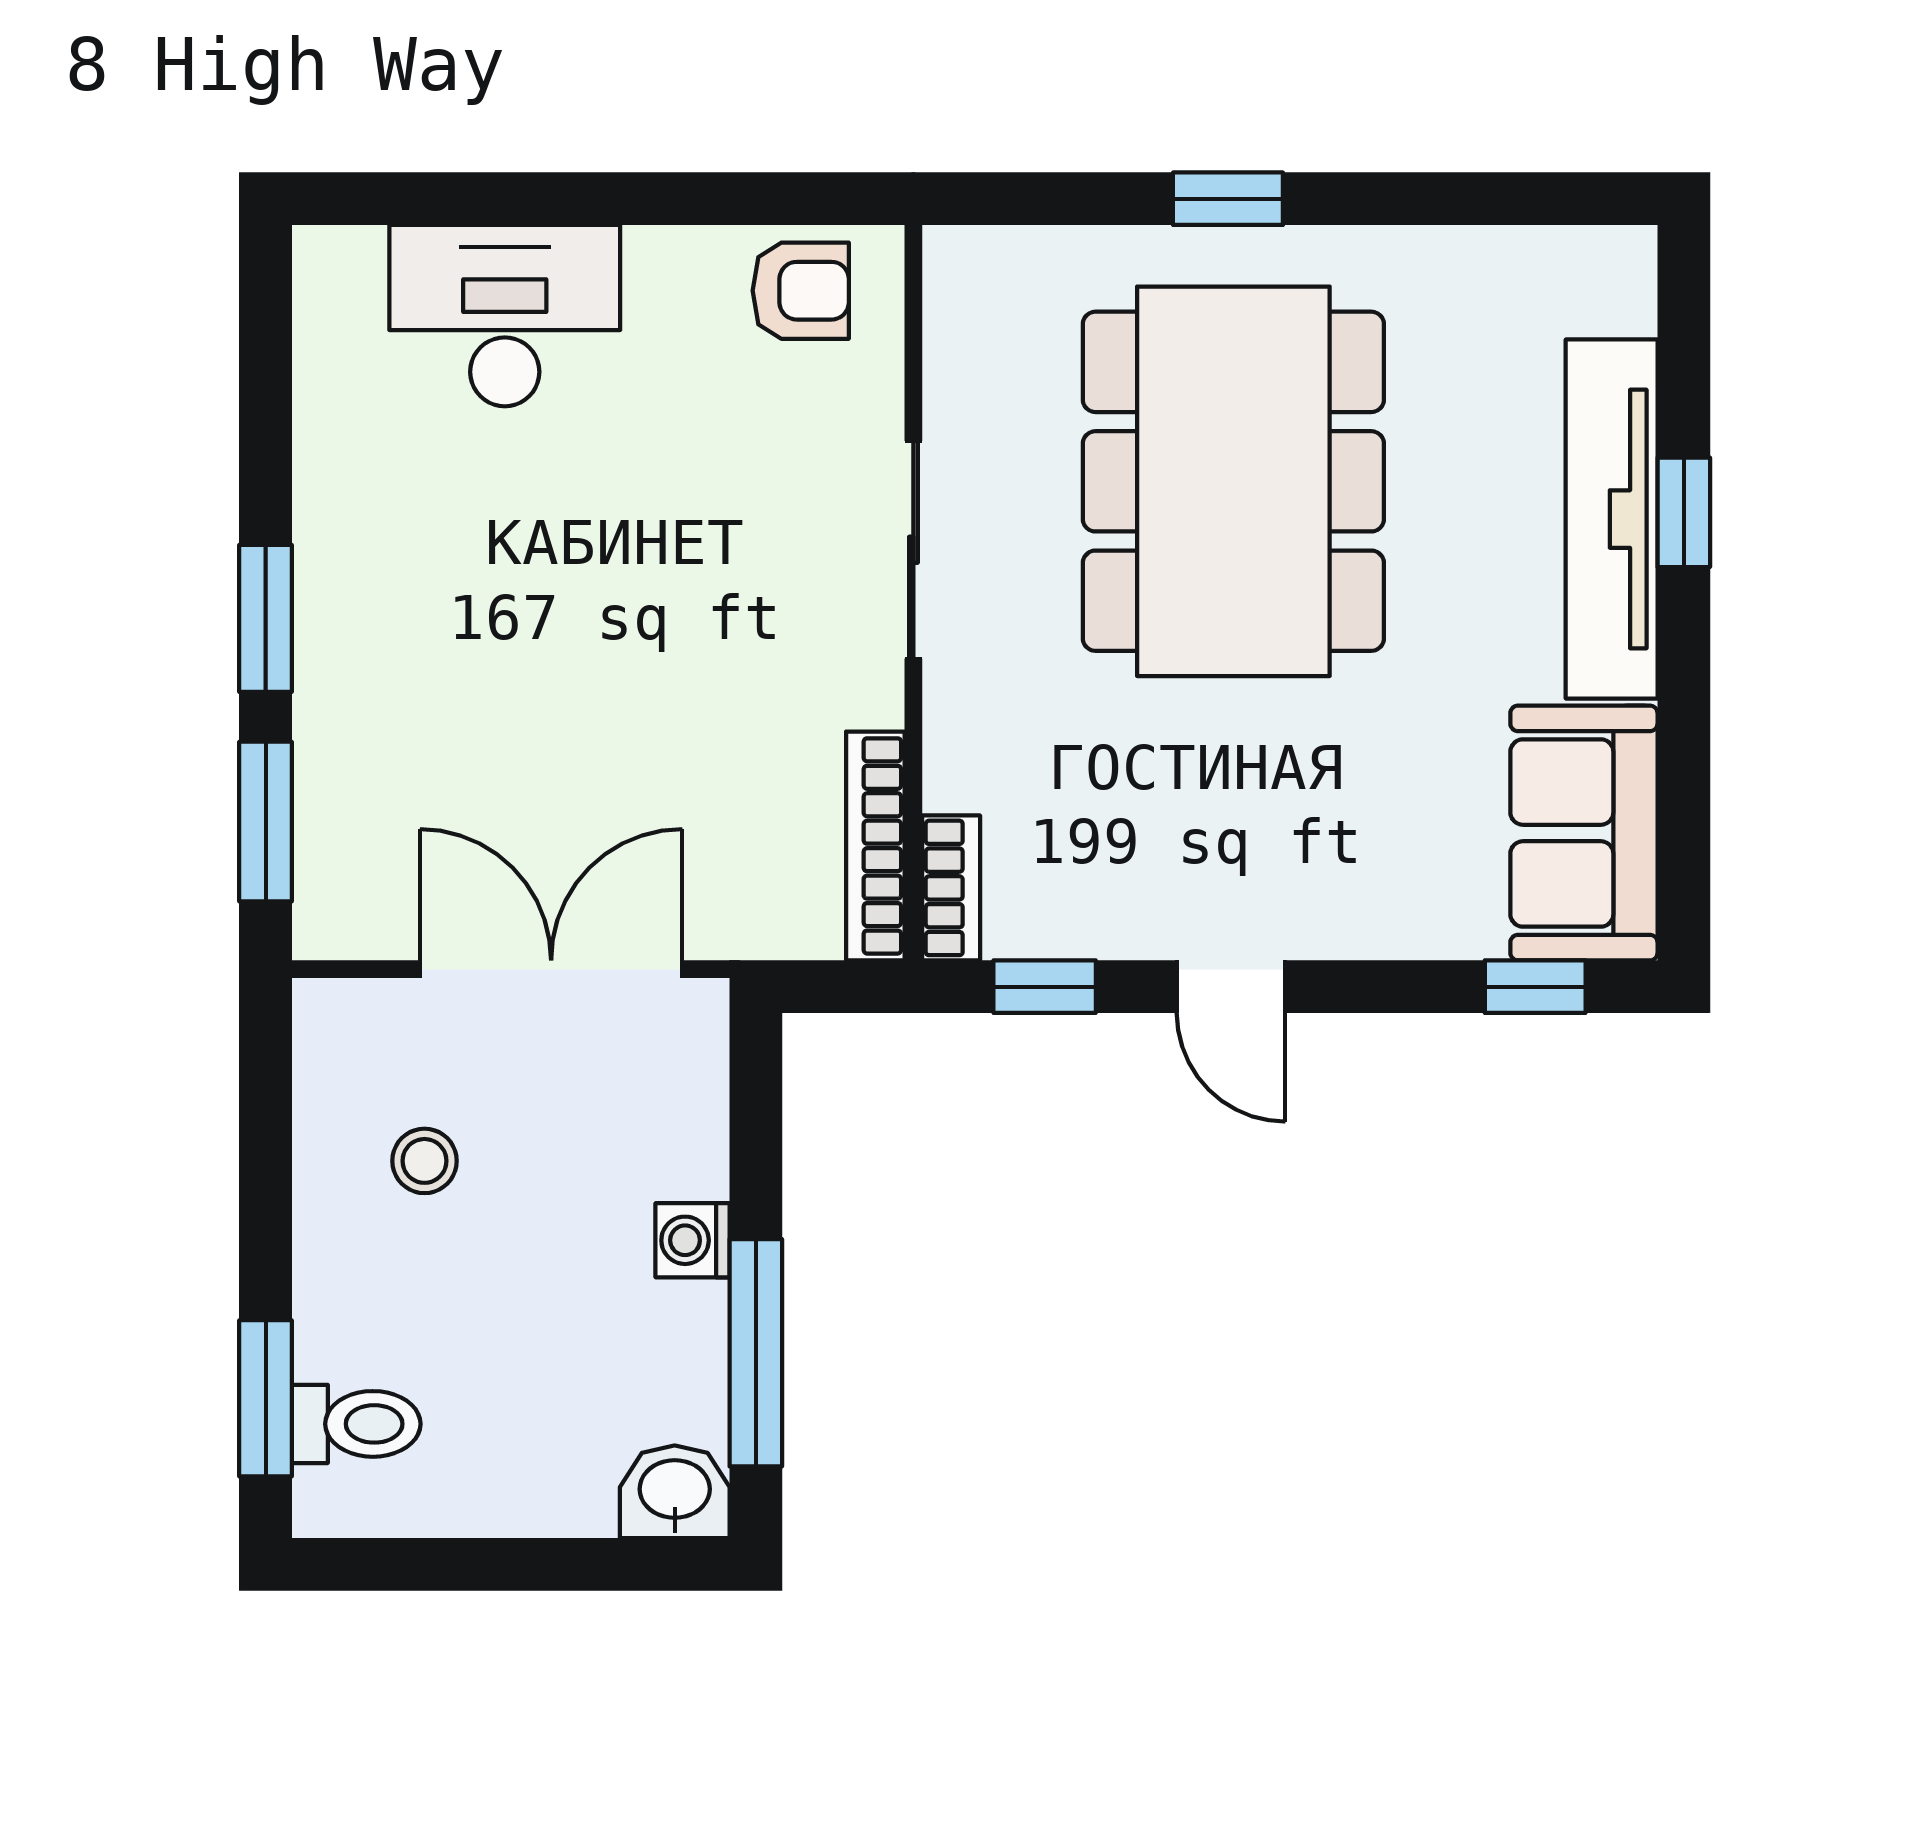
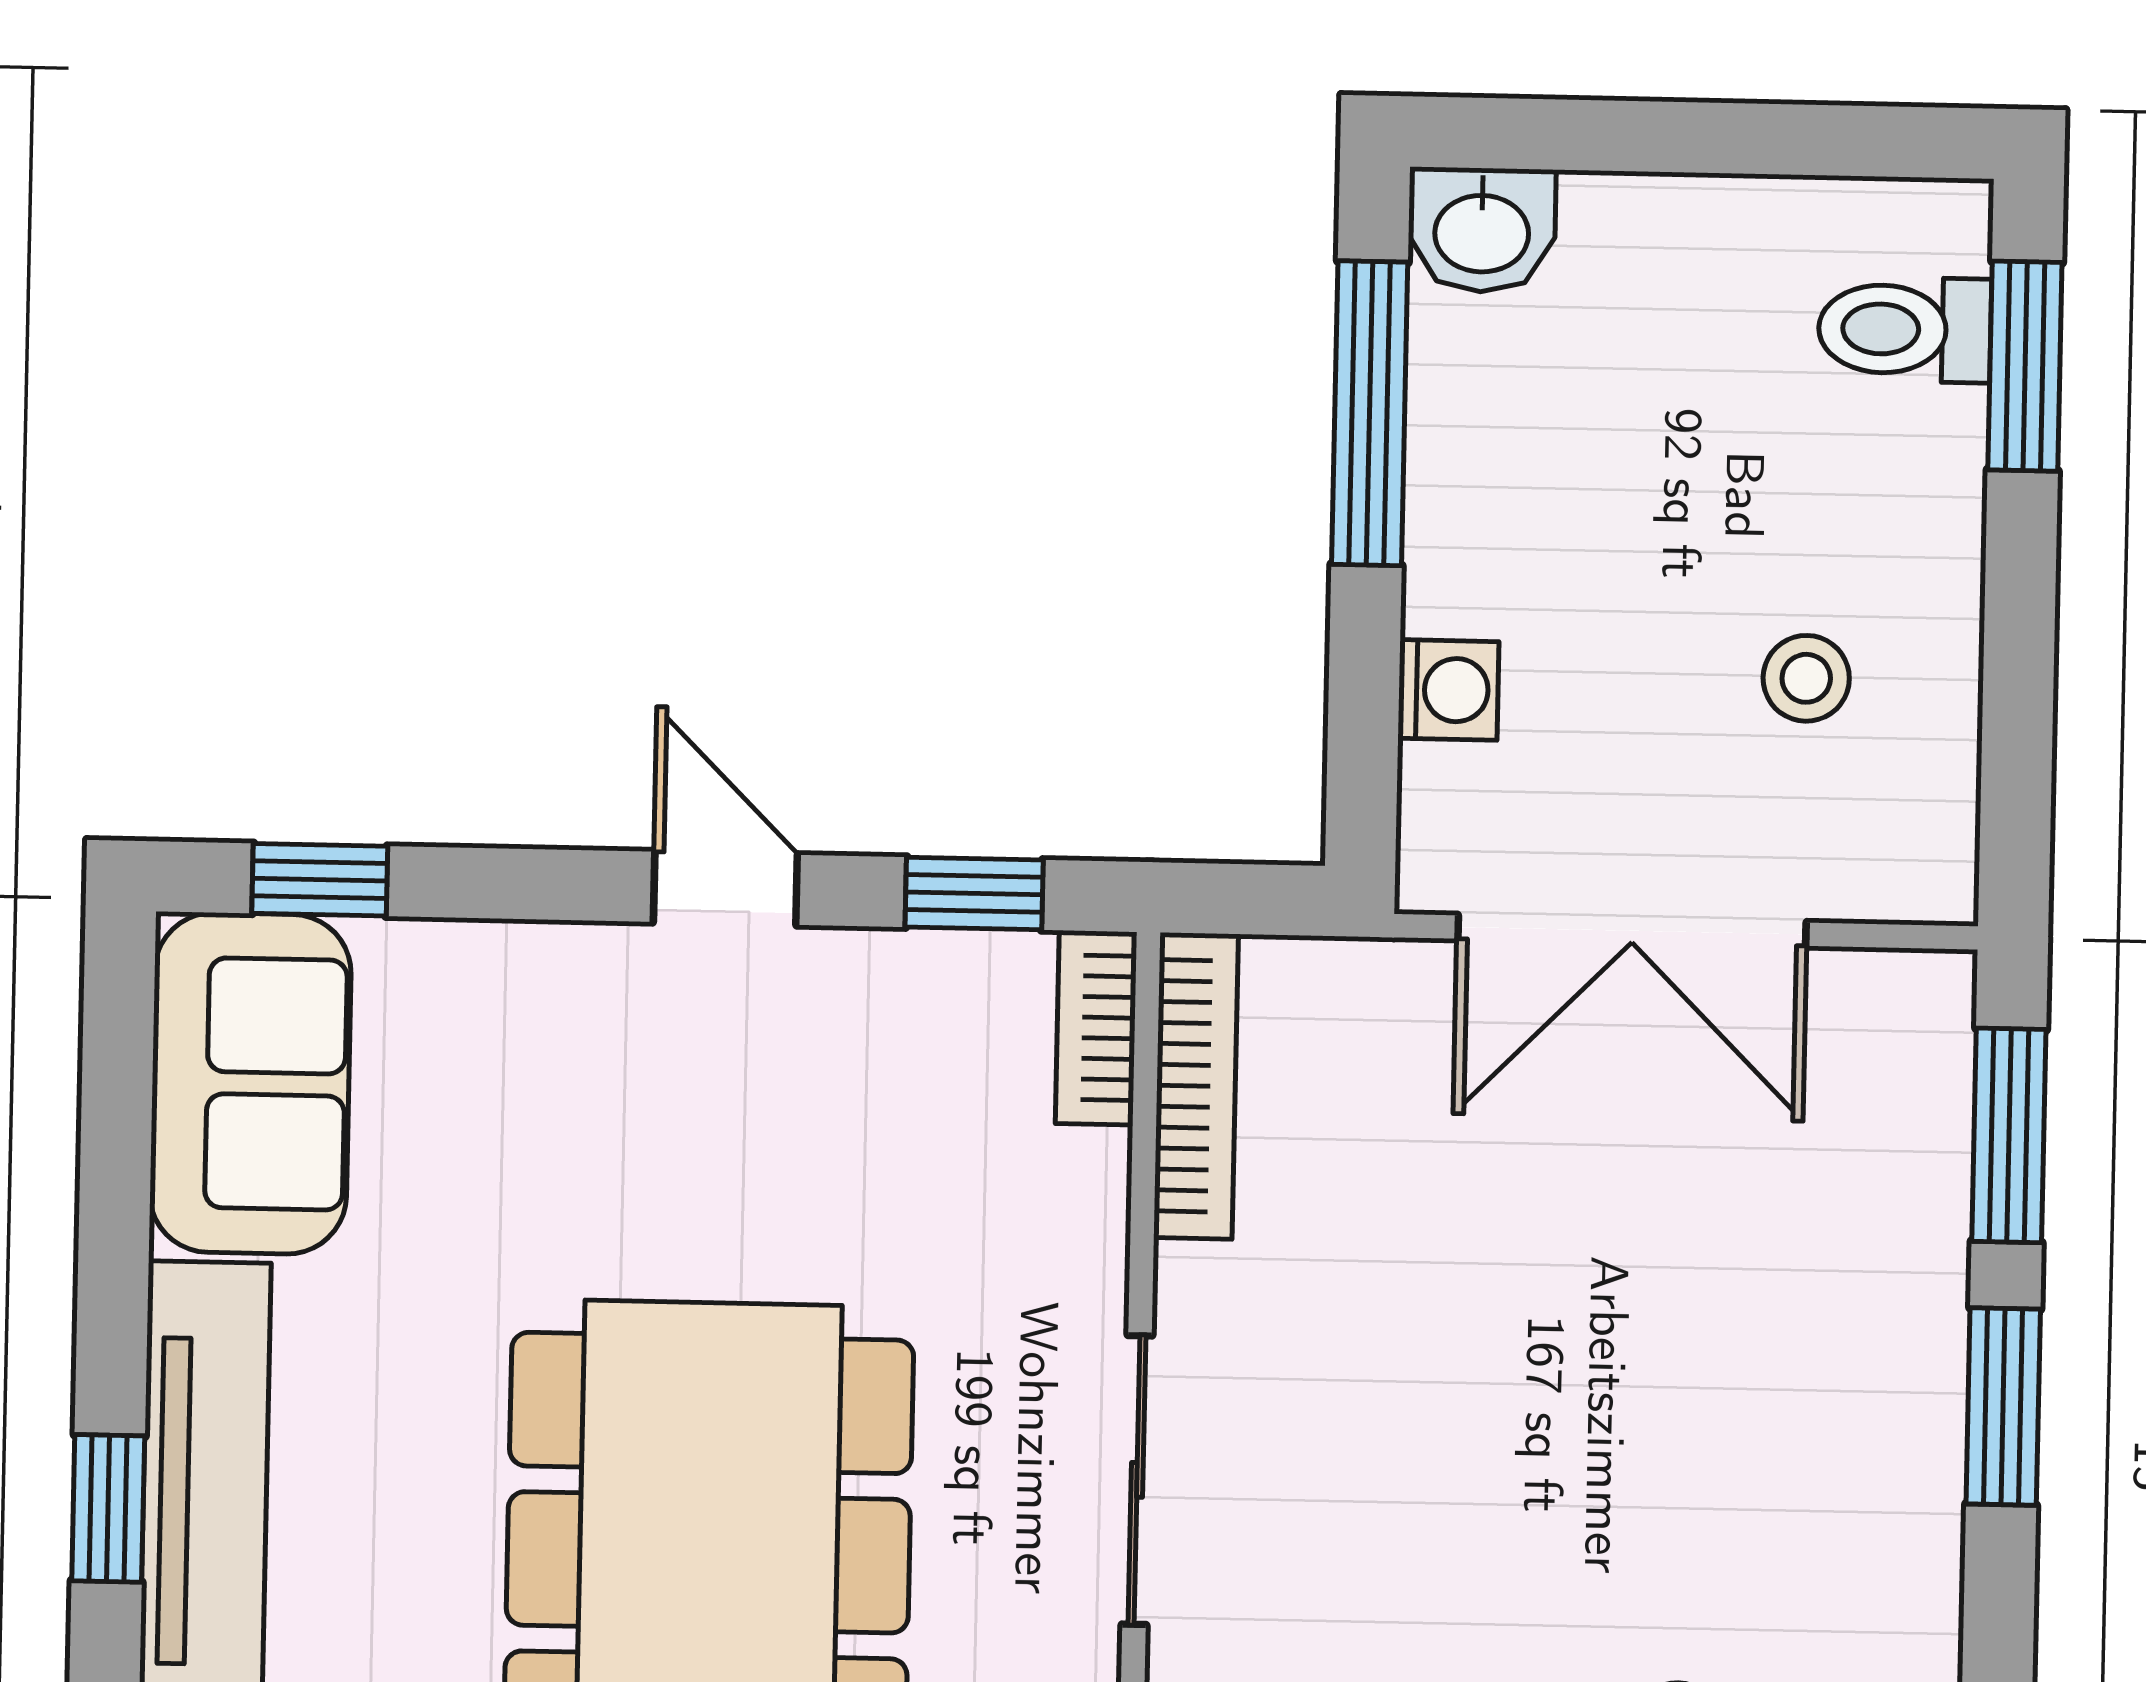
washing machine: (692, 1240) -> (1448, 690), moved

